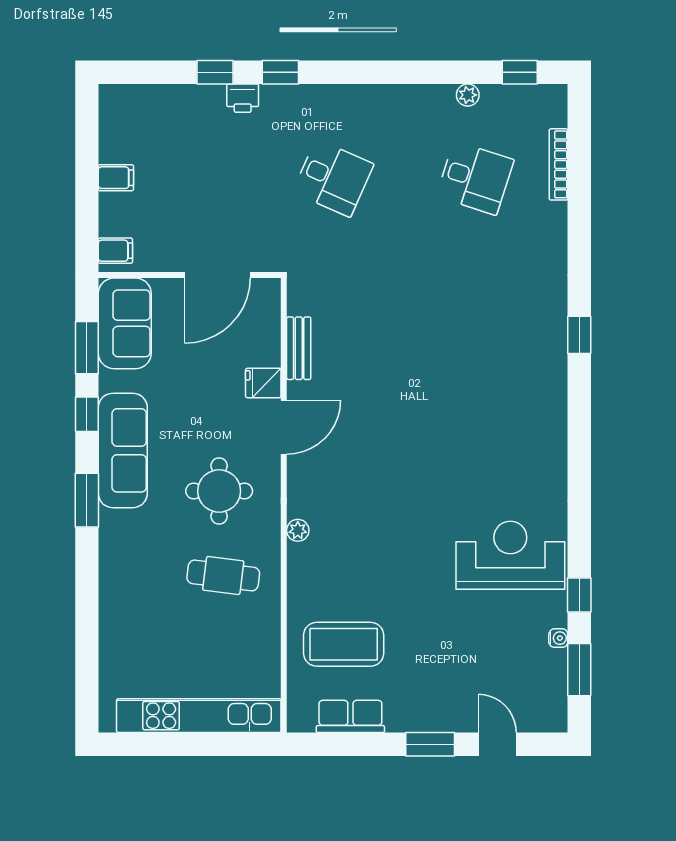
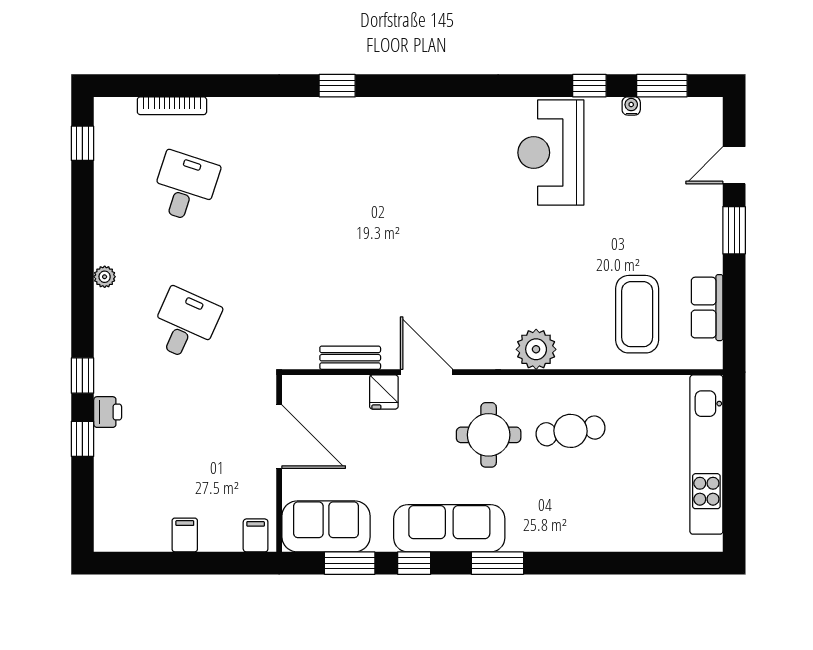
plant: (468, 95) -> (105, 277), moved
plant: (298, 530) -> (536, 349), width x1.88, depth x1.88
cafe table: (223, 575) -> (570, 431), turned 75

